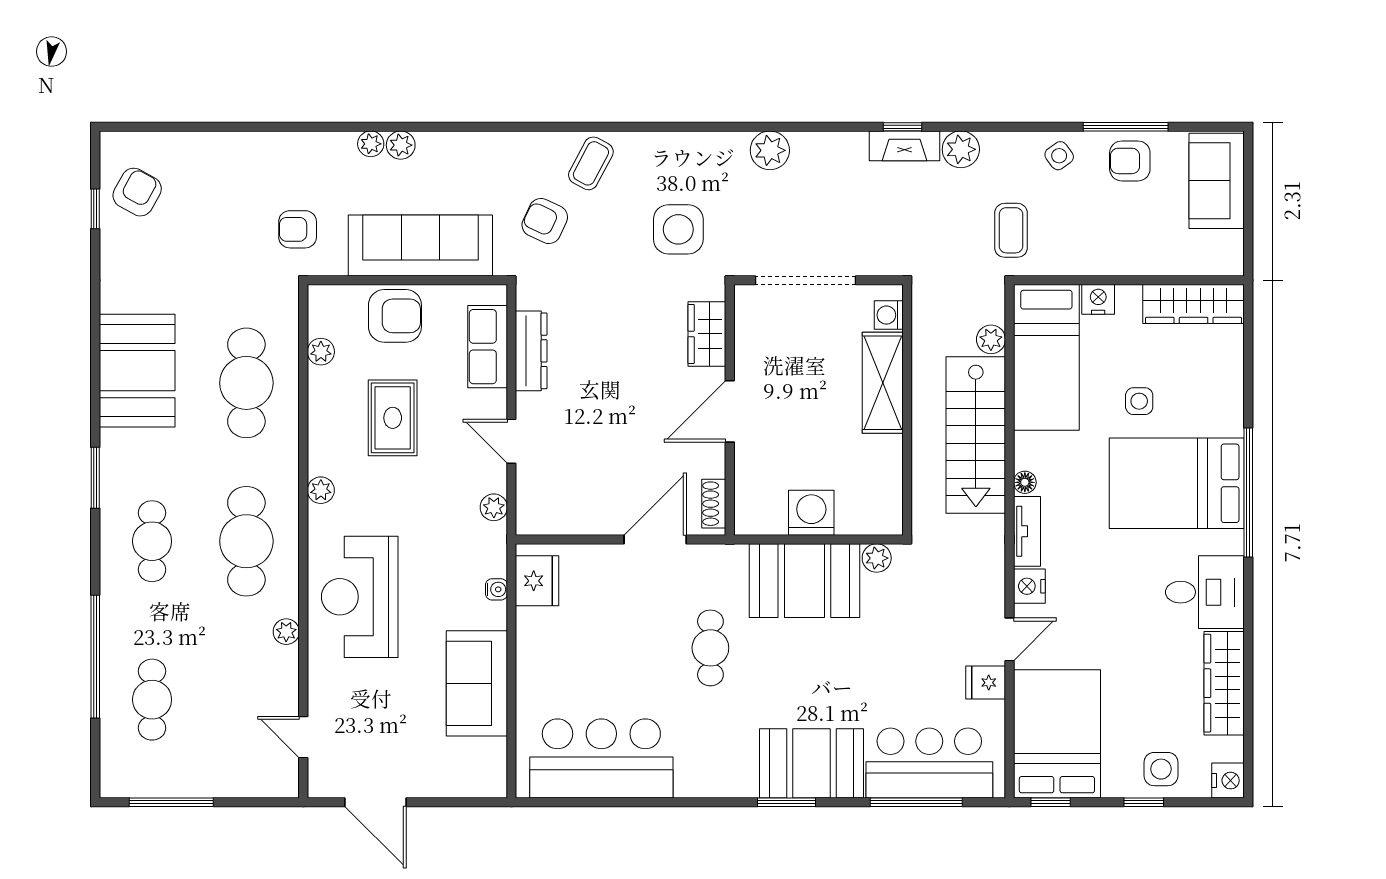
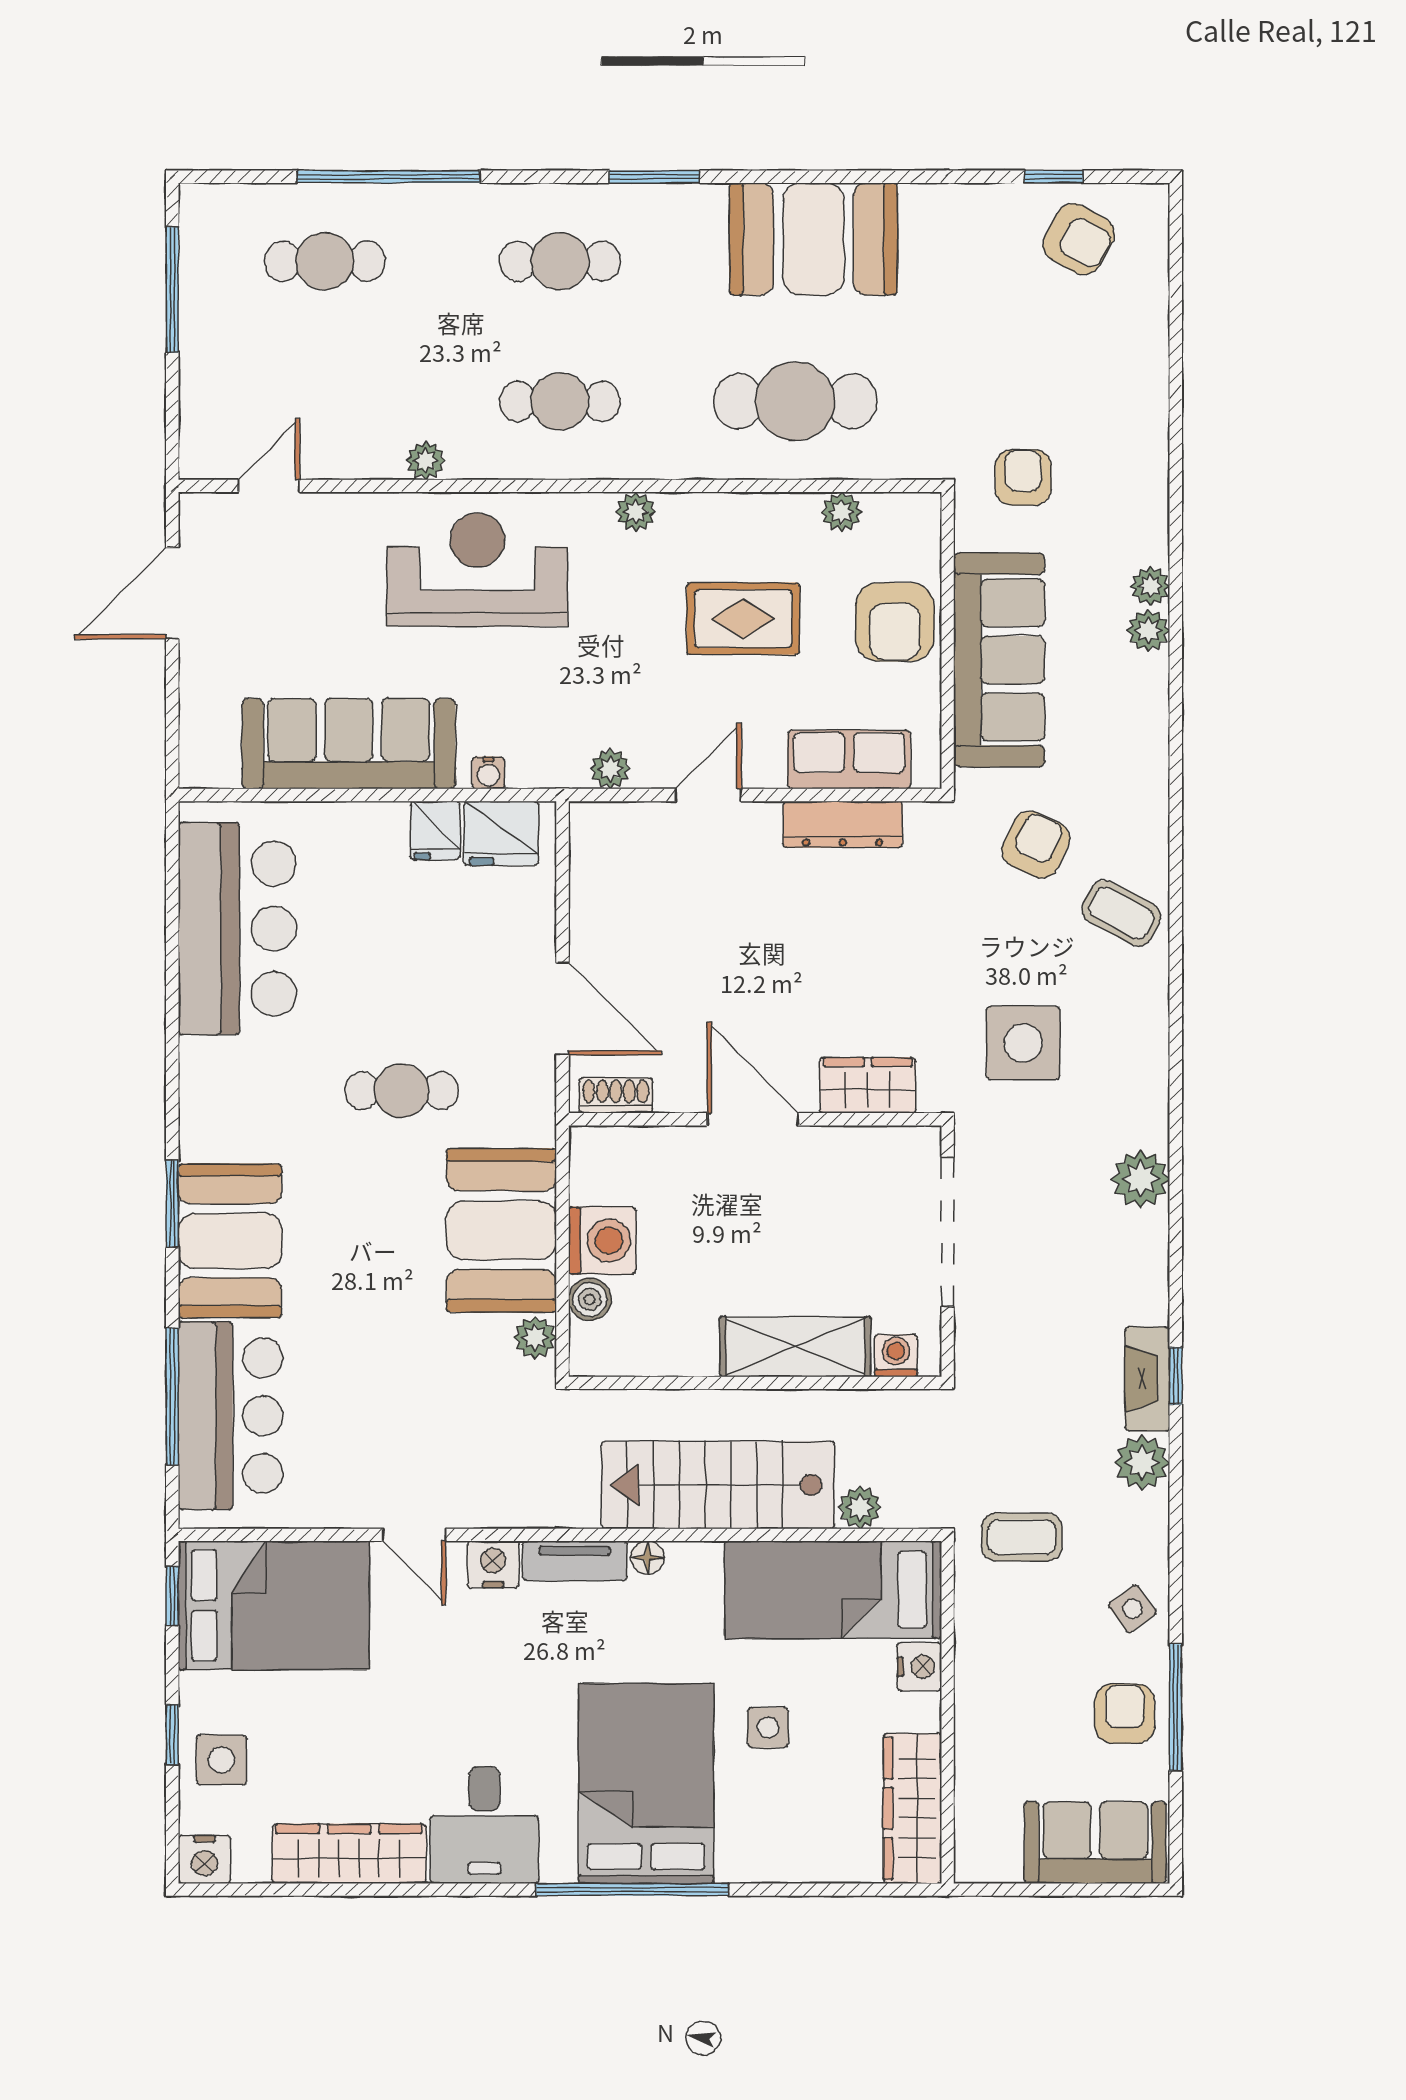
boiler: (851, 521) -> (590, 1299), added
cafe table: (246, 541) -> (560, 401), width x0.73, depth x0.74
sofa: (477, 683) -> (349, 744), width x1.36
fridge: (986, 683) -> (435, 830), moved, turned 180

